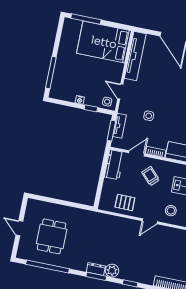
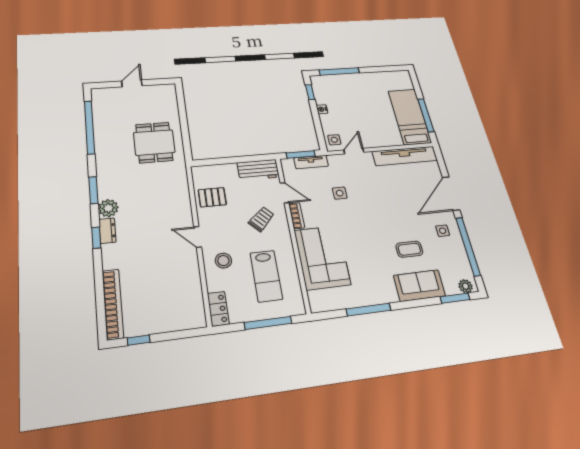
window: (86, 19) -> (426, 115), moved
bed: (104, 42) -> (410, 117), width x0.67
window: (91, 108) -> (310, 92), moved
pallet: (125, 202) -> (212, 197), turned 90
dining table: (52, 236) -> (154, 142), moved, turned 90
dresser: (96, 269) -> (107, 231), moved

